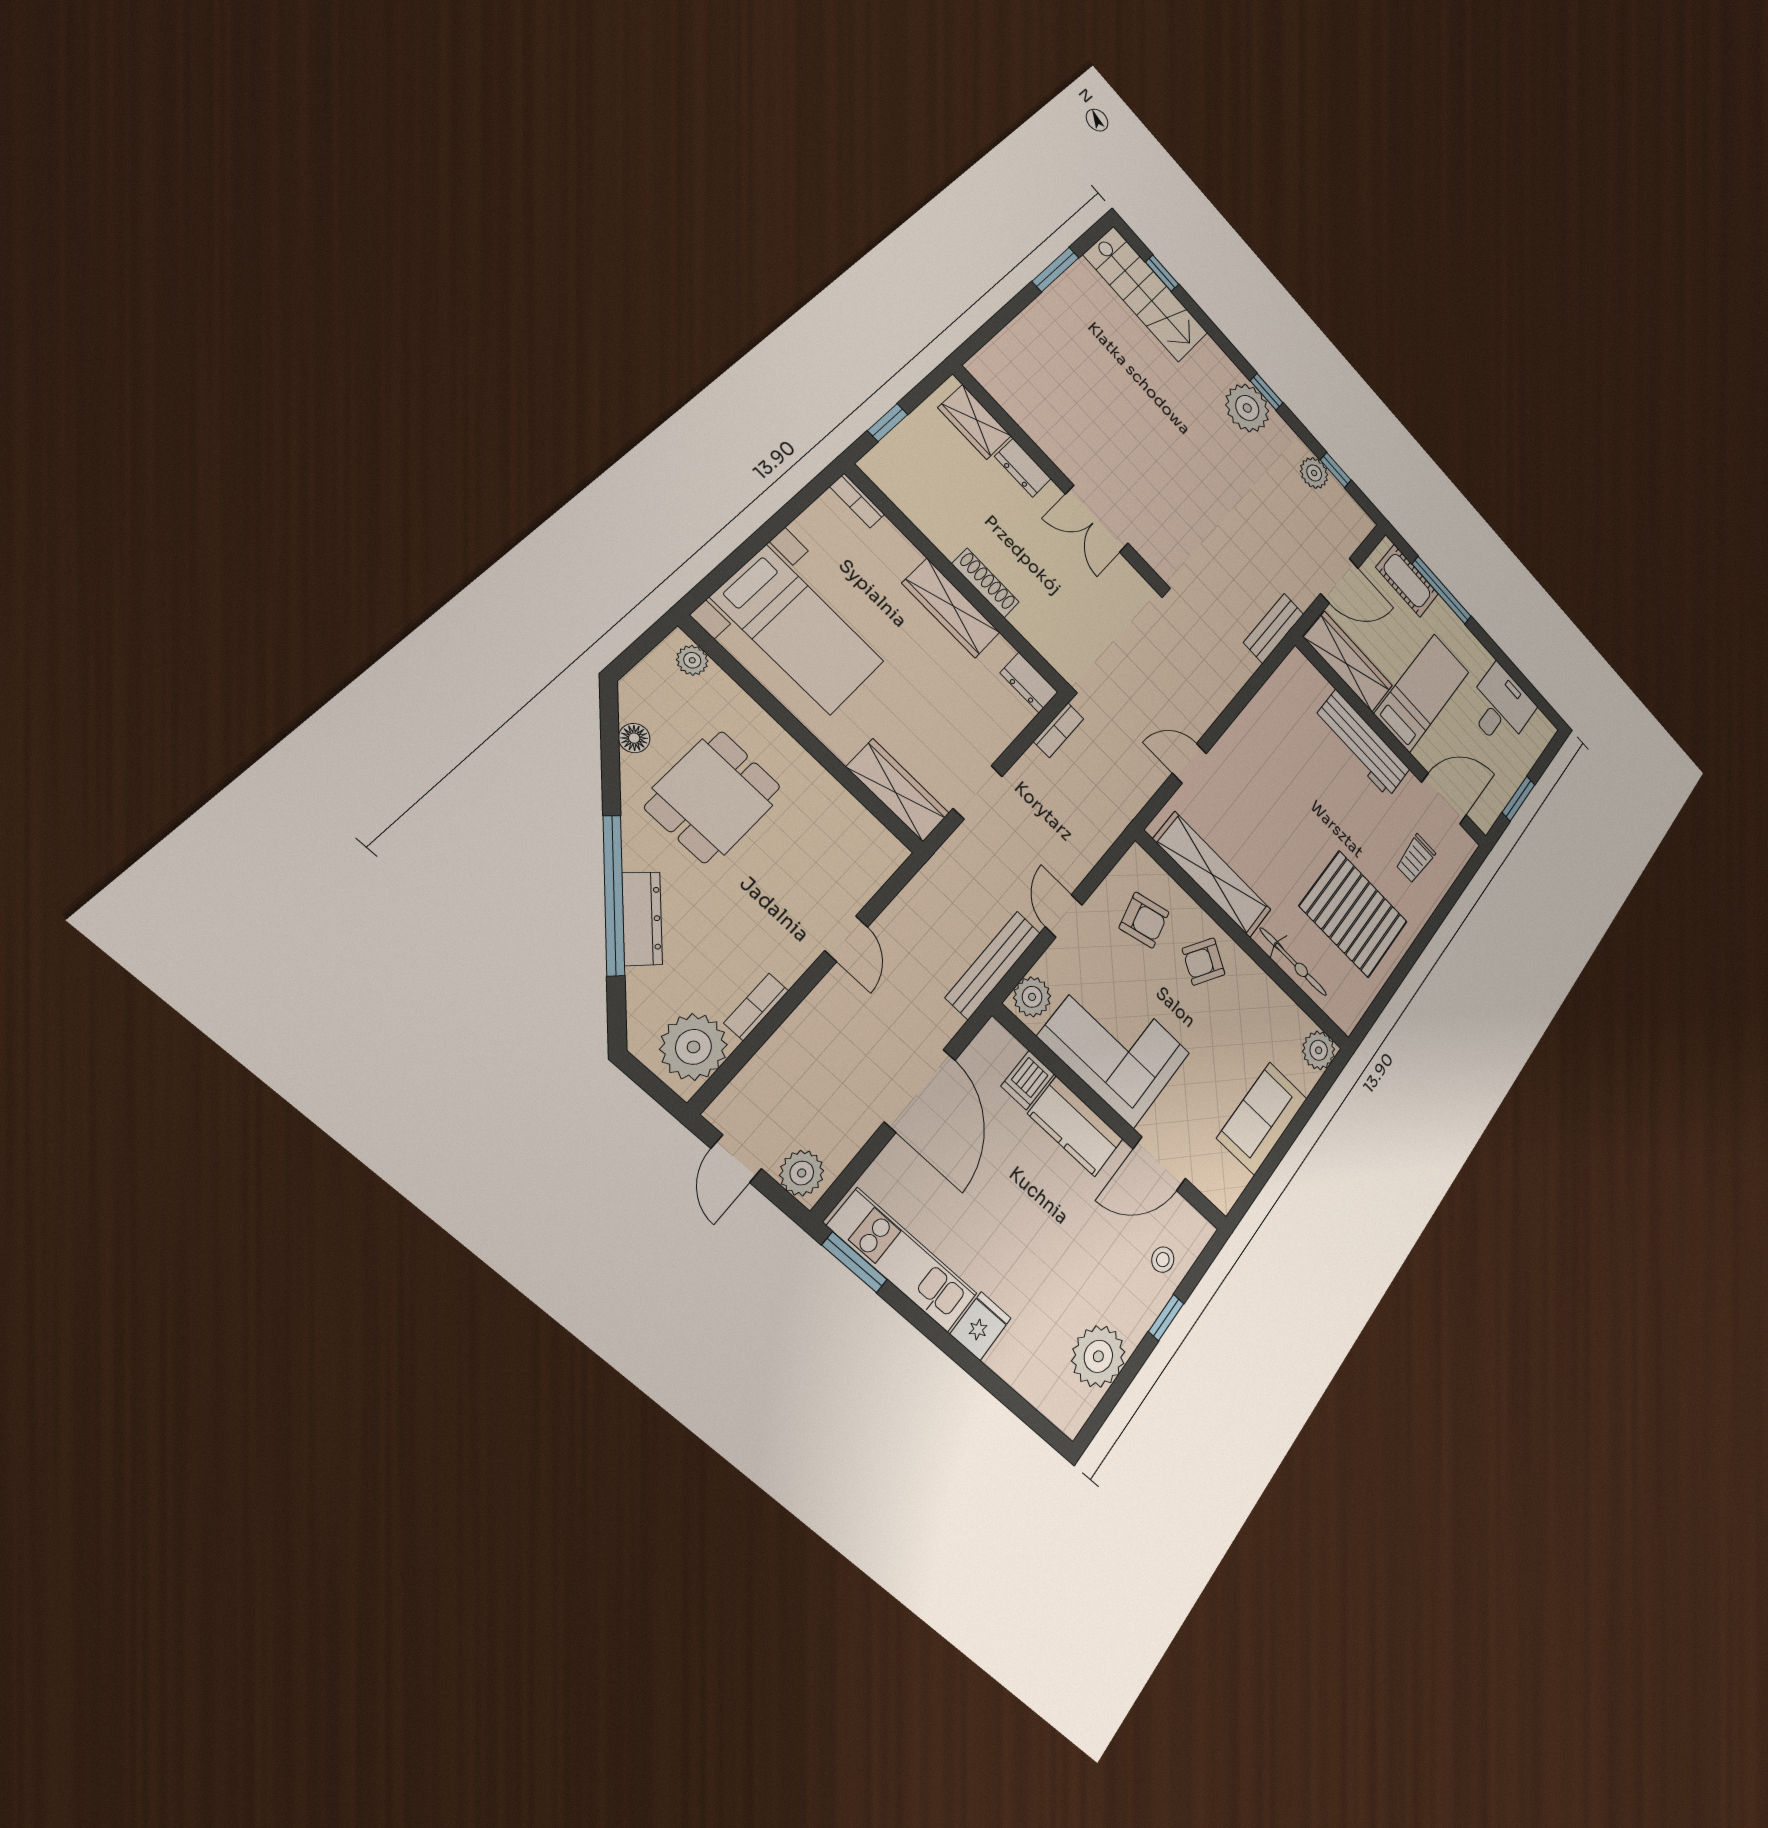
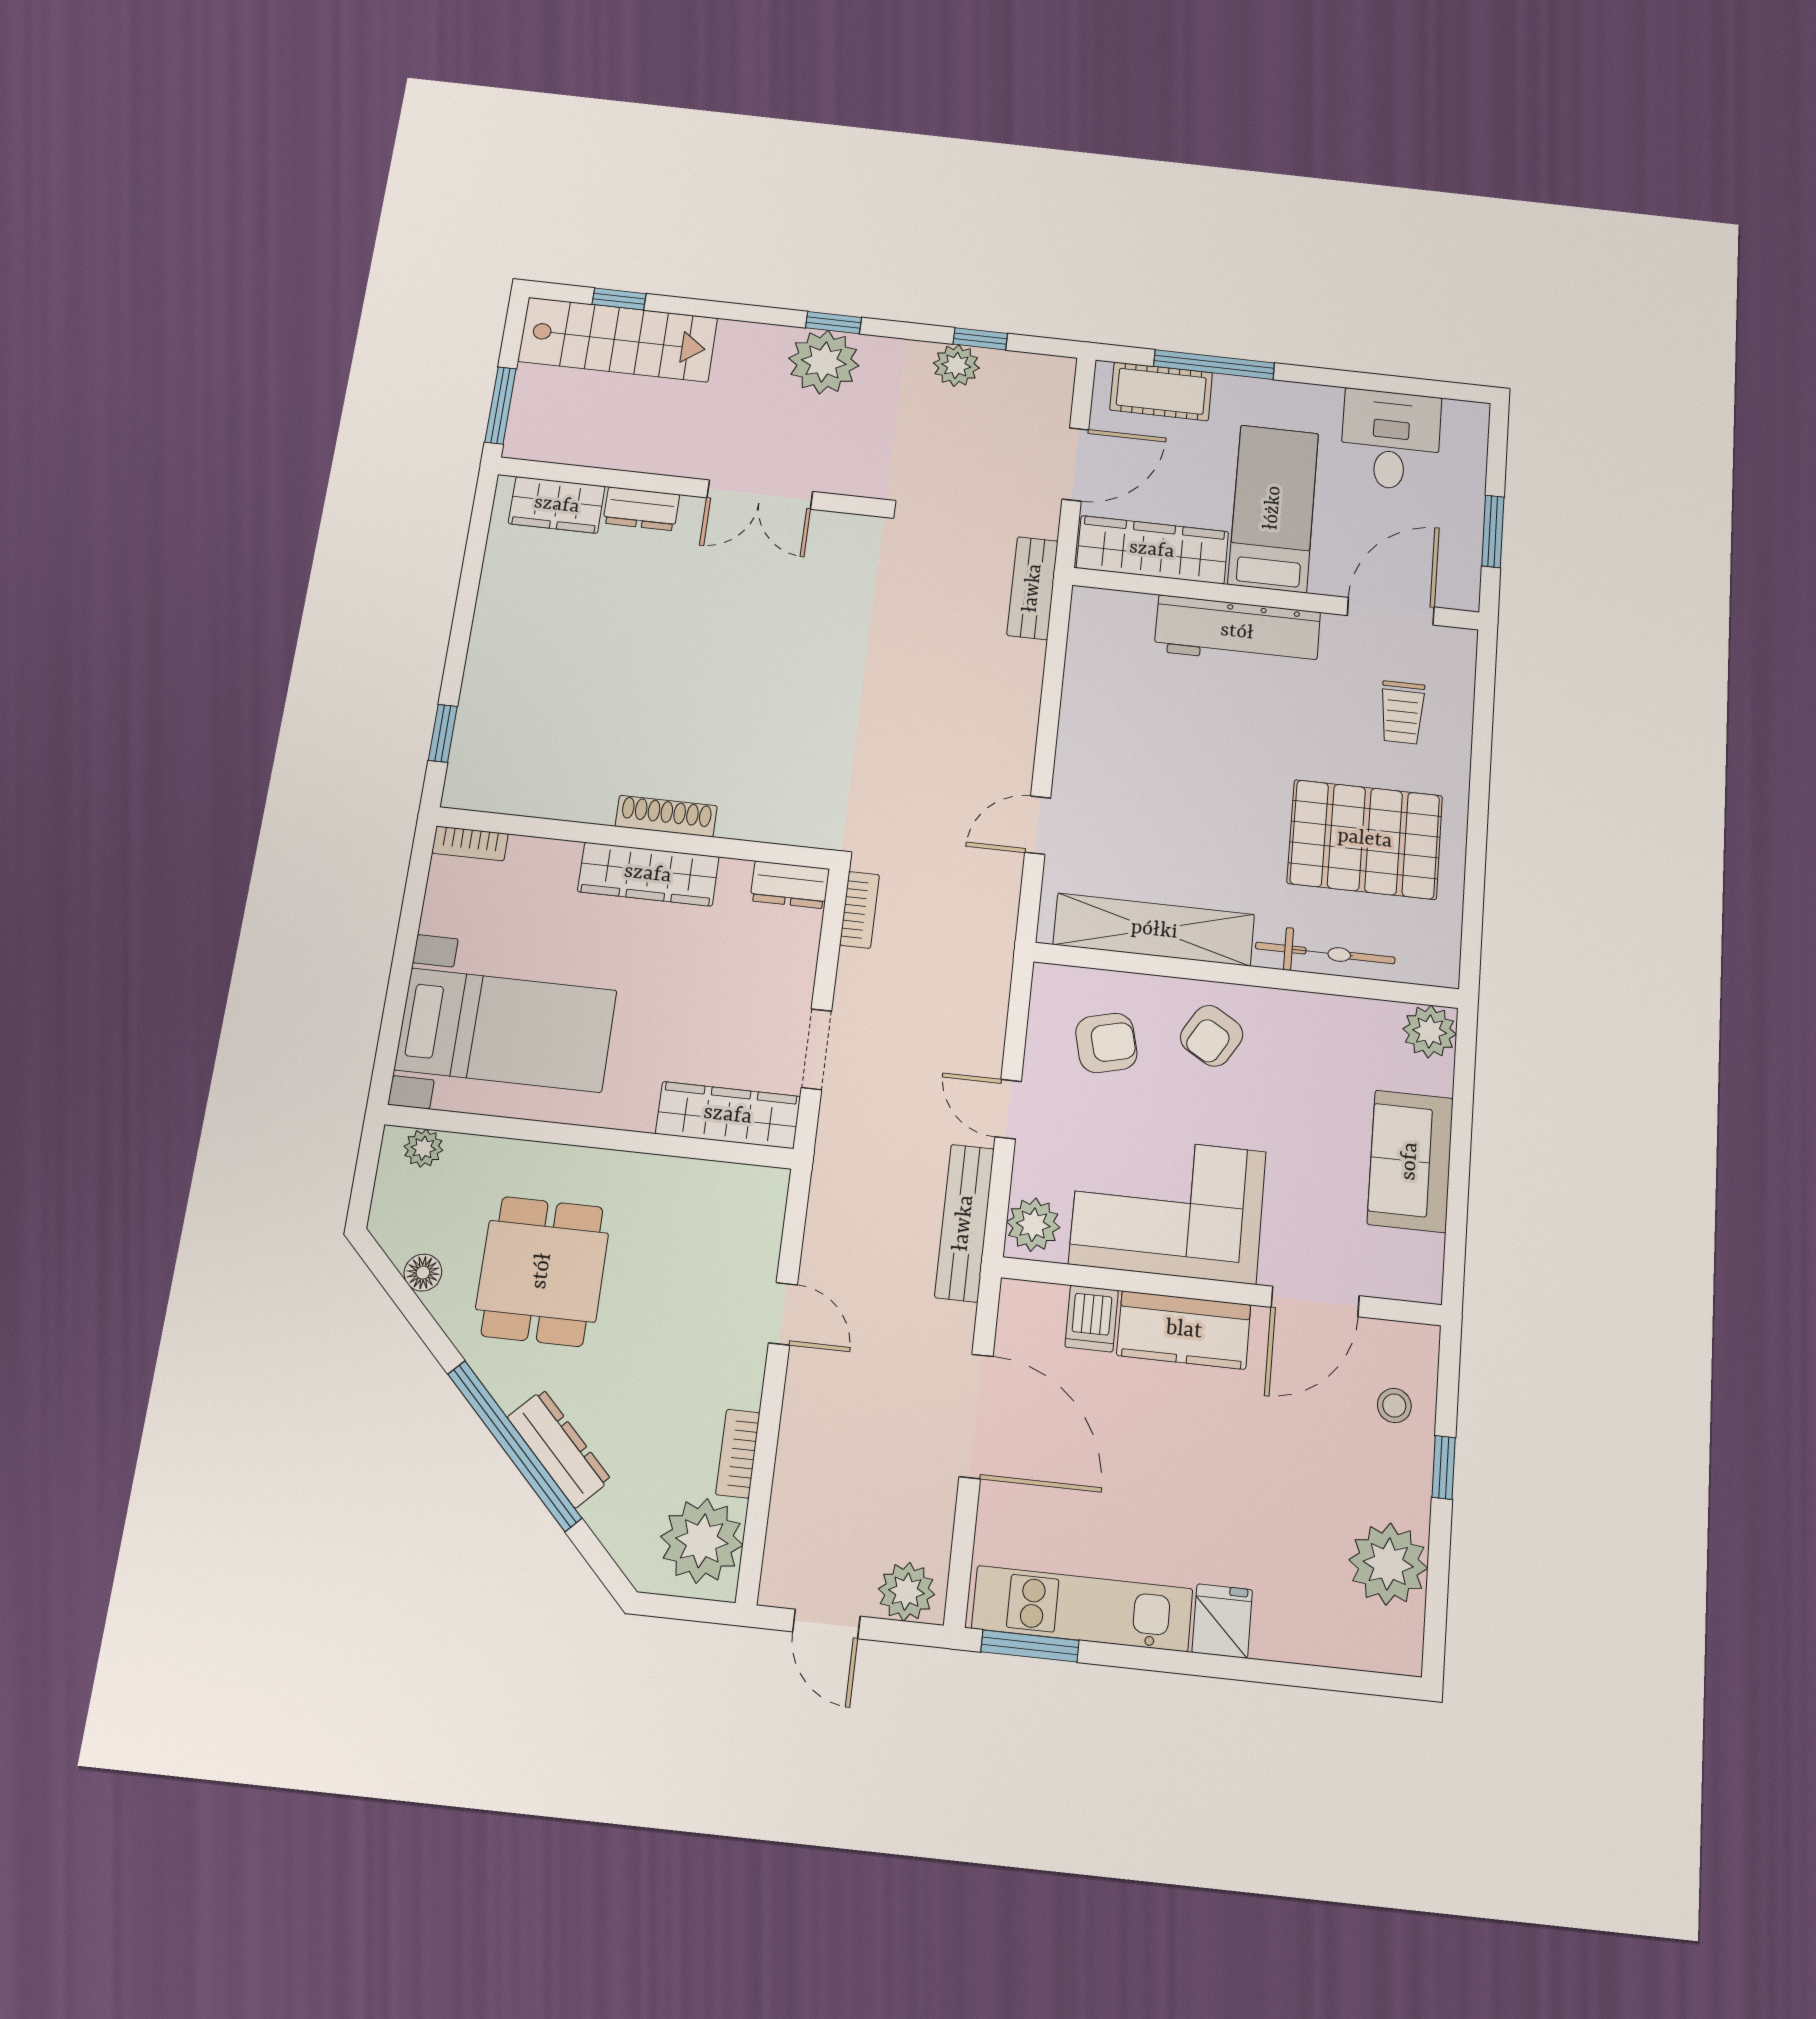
wardrobe: (975, 422) -> (557, 505), moved
dresser: (1023, 468) -> (641, 509), moved
wall: (1059, 478) -> (688, 487), moved
double door: (1097, 519) -> (760, 495), moved

